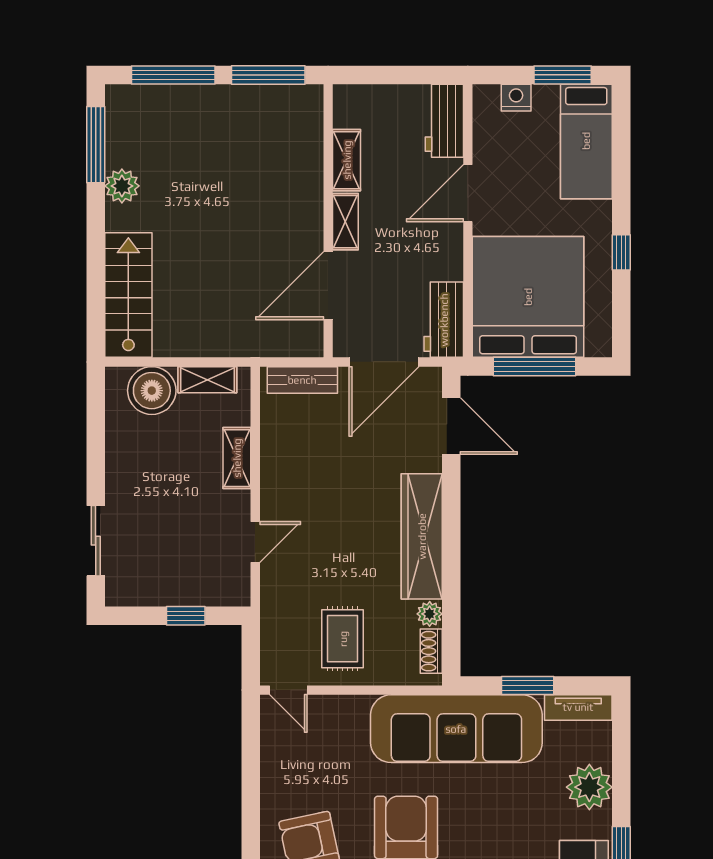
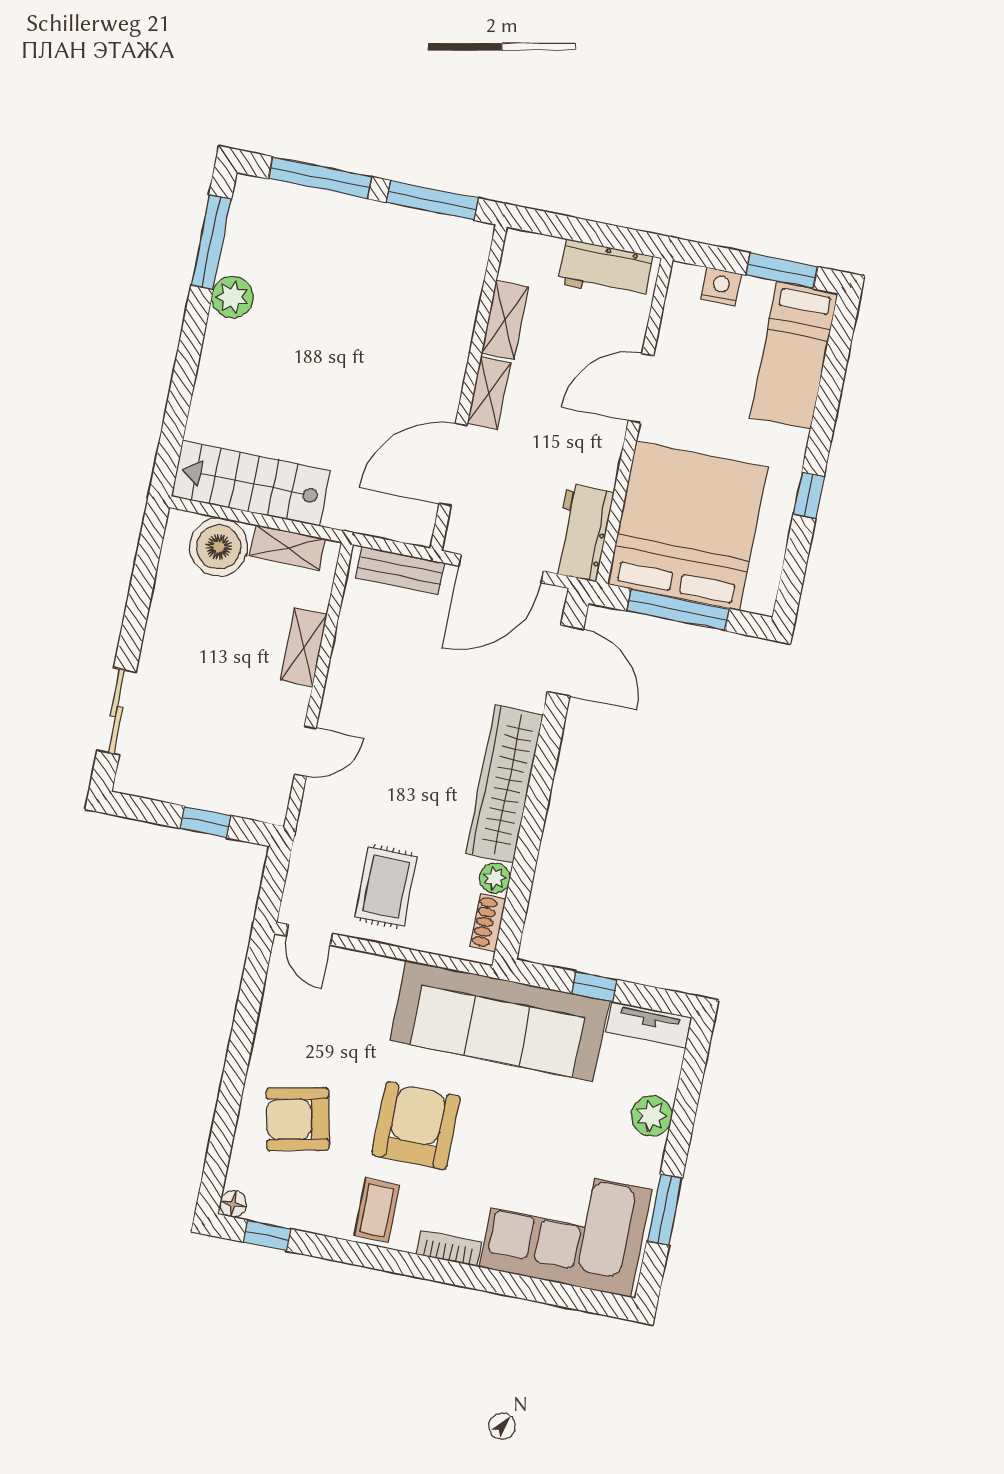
workbench: (444, 121) -> (605, 270), moved, turned -90
stairs: (128, 295) -> (251, 483), moved, turned -90
window: (528, 686) -> (594, 987), width x0.67
plant: (589, 787) -> (652, 1116), width x0.73, depth x0.73

